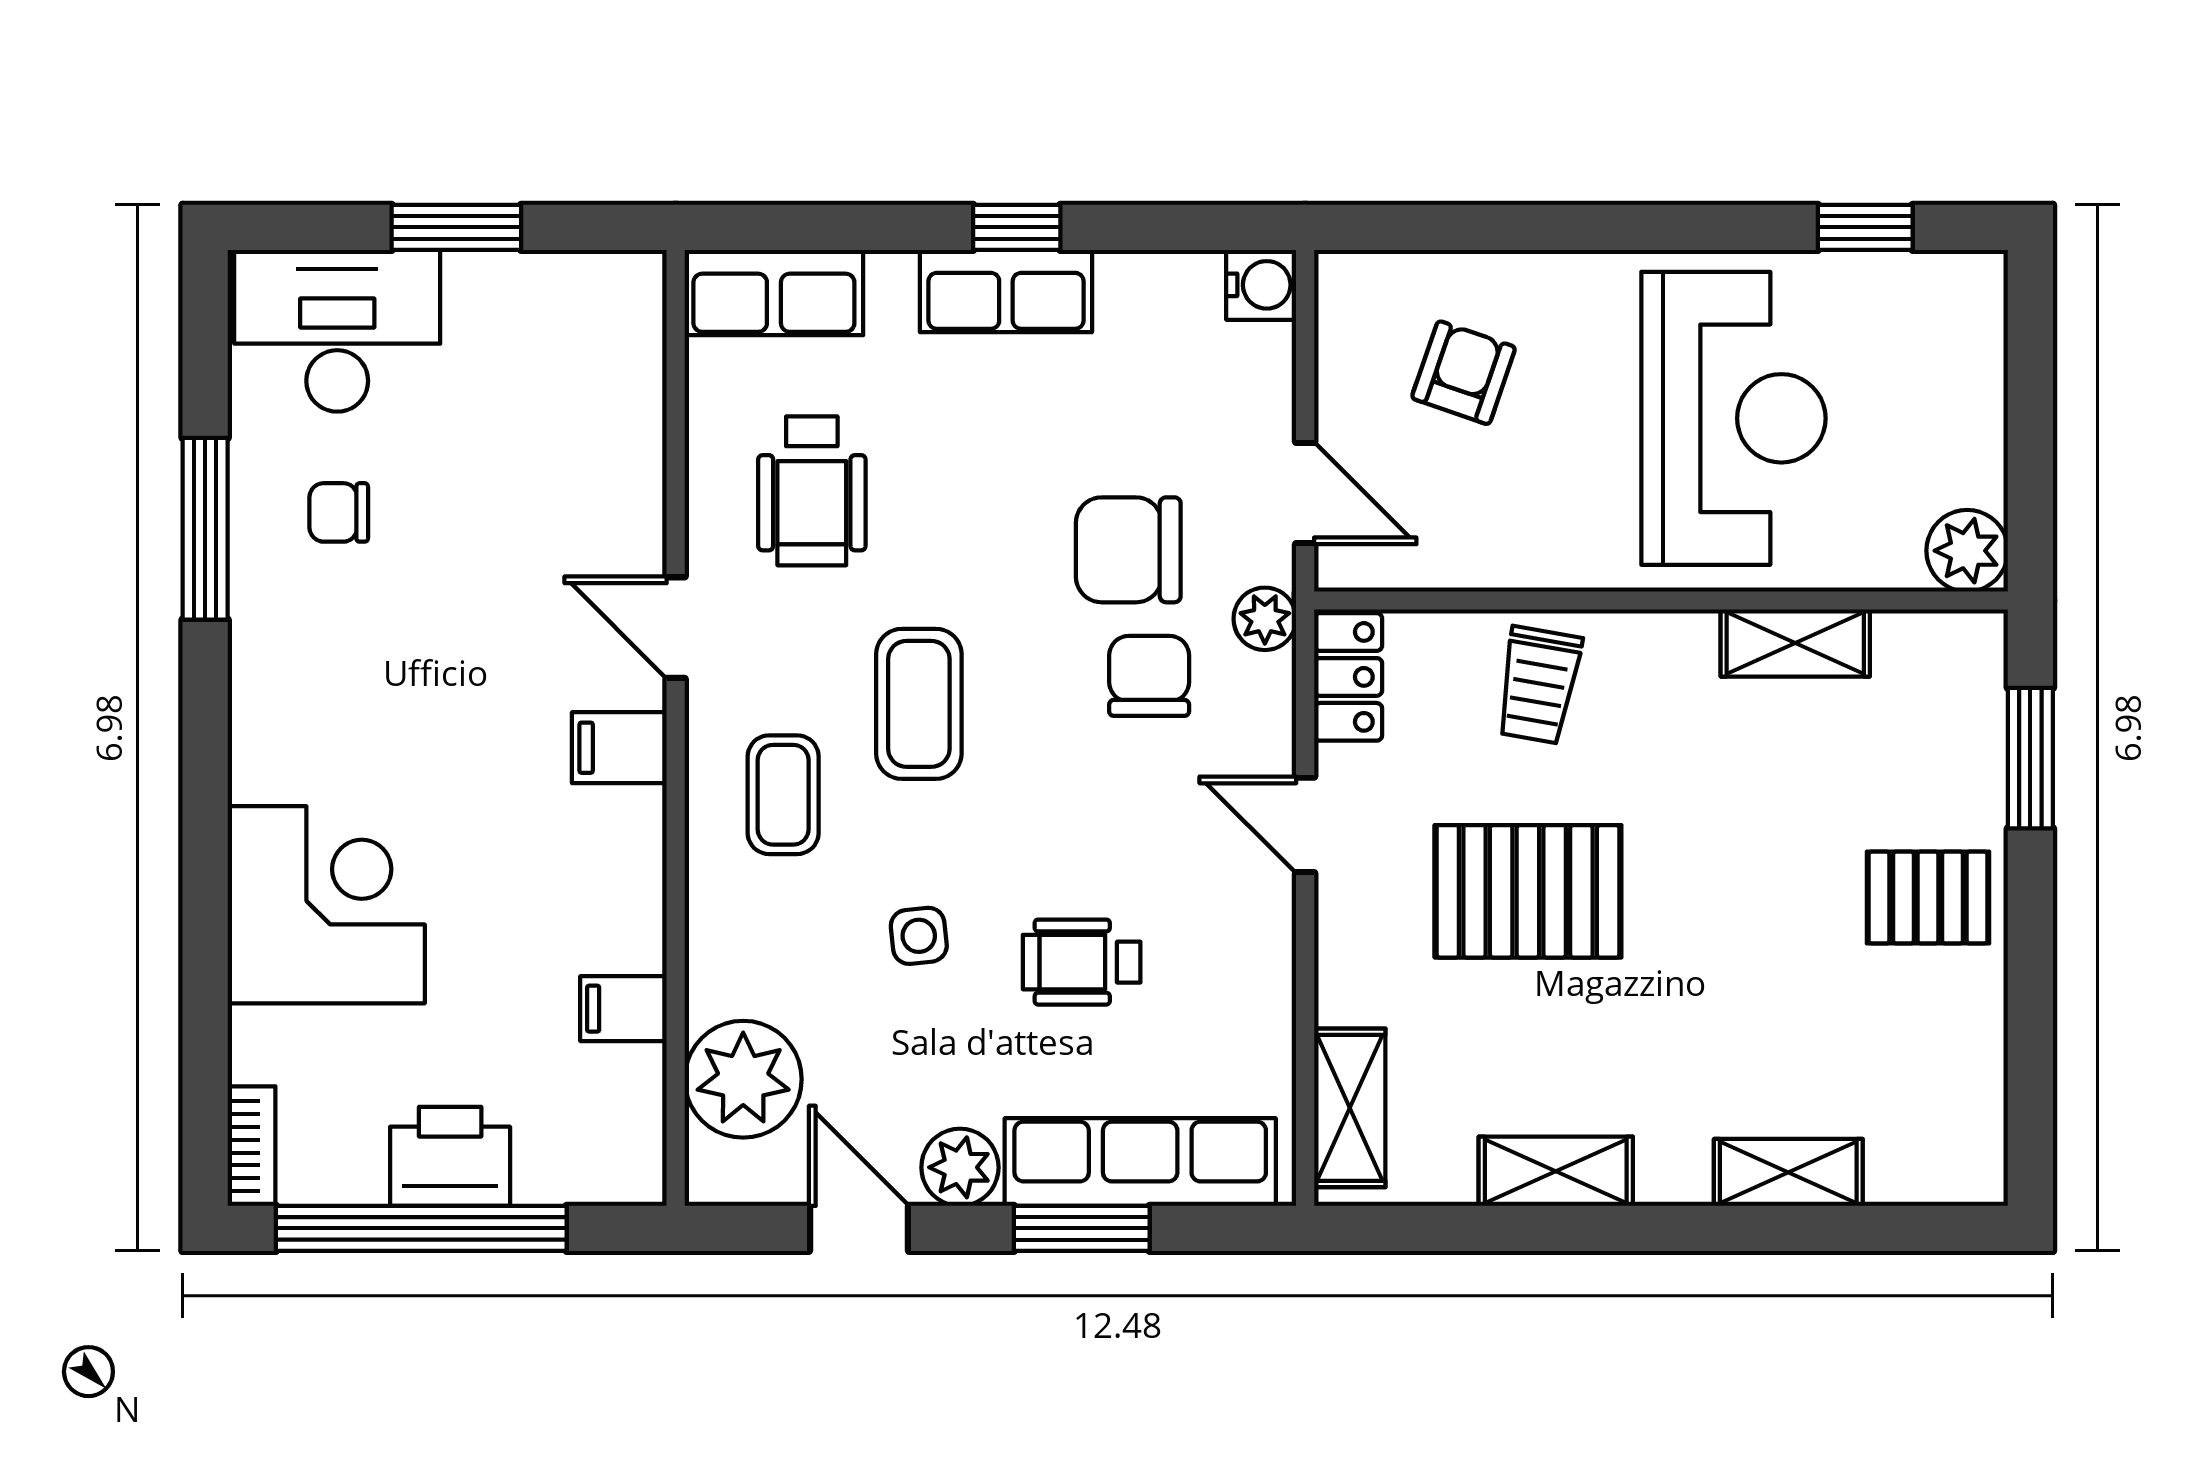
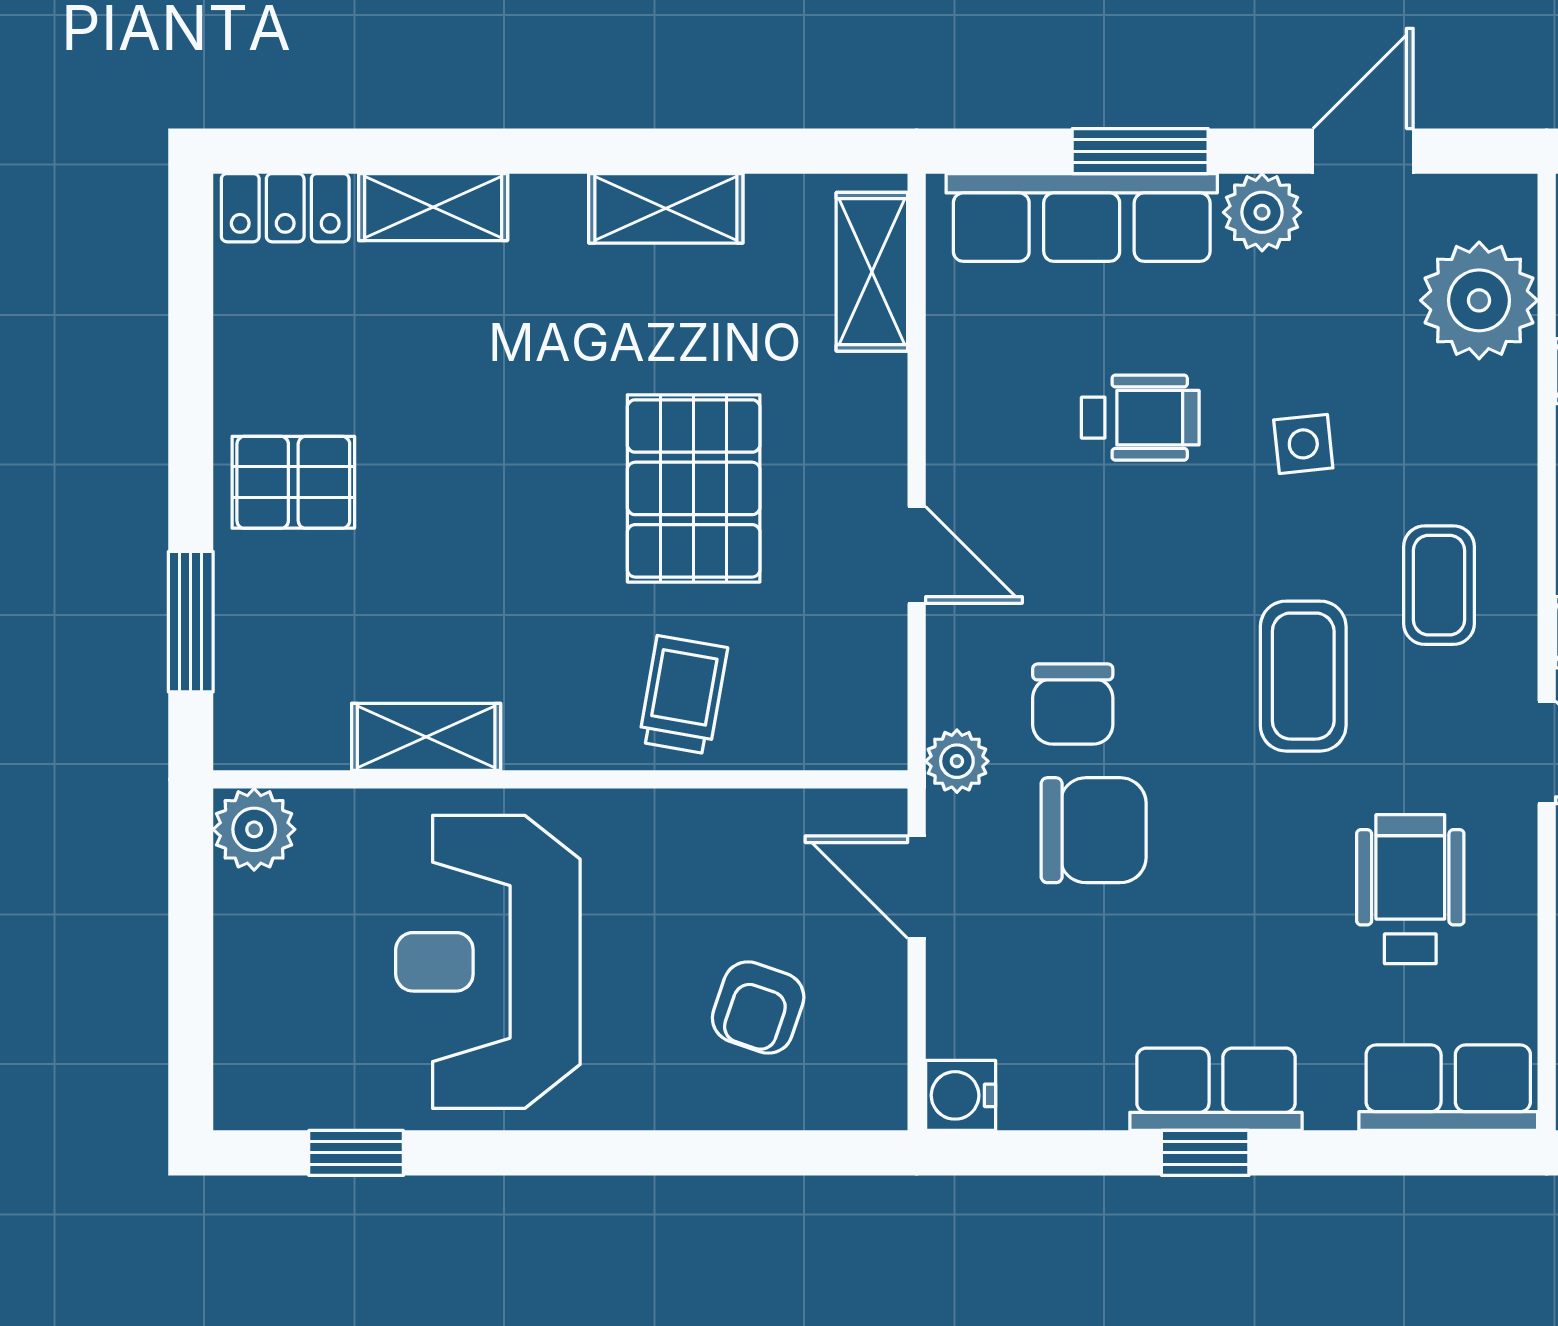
locker: (1348, 677) -> (285, 208), moved, turned -90
pallet: (1528, 891) -> (694, 488), turned 90
door: (859, 1228) -> (1363, 151), swing flipped

